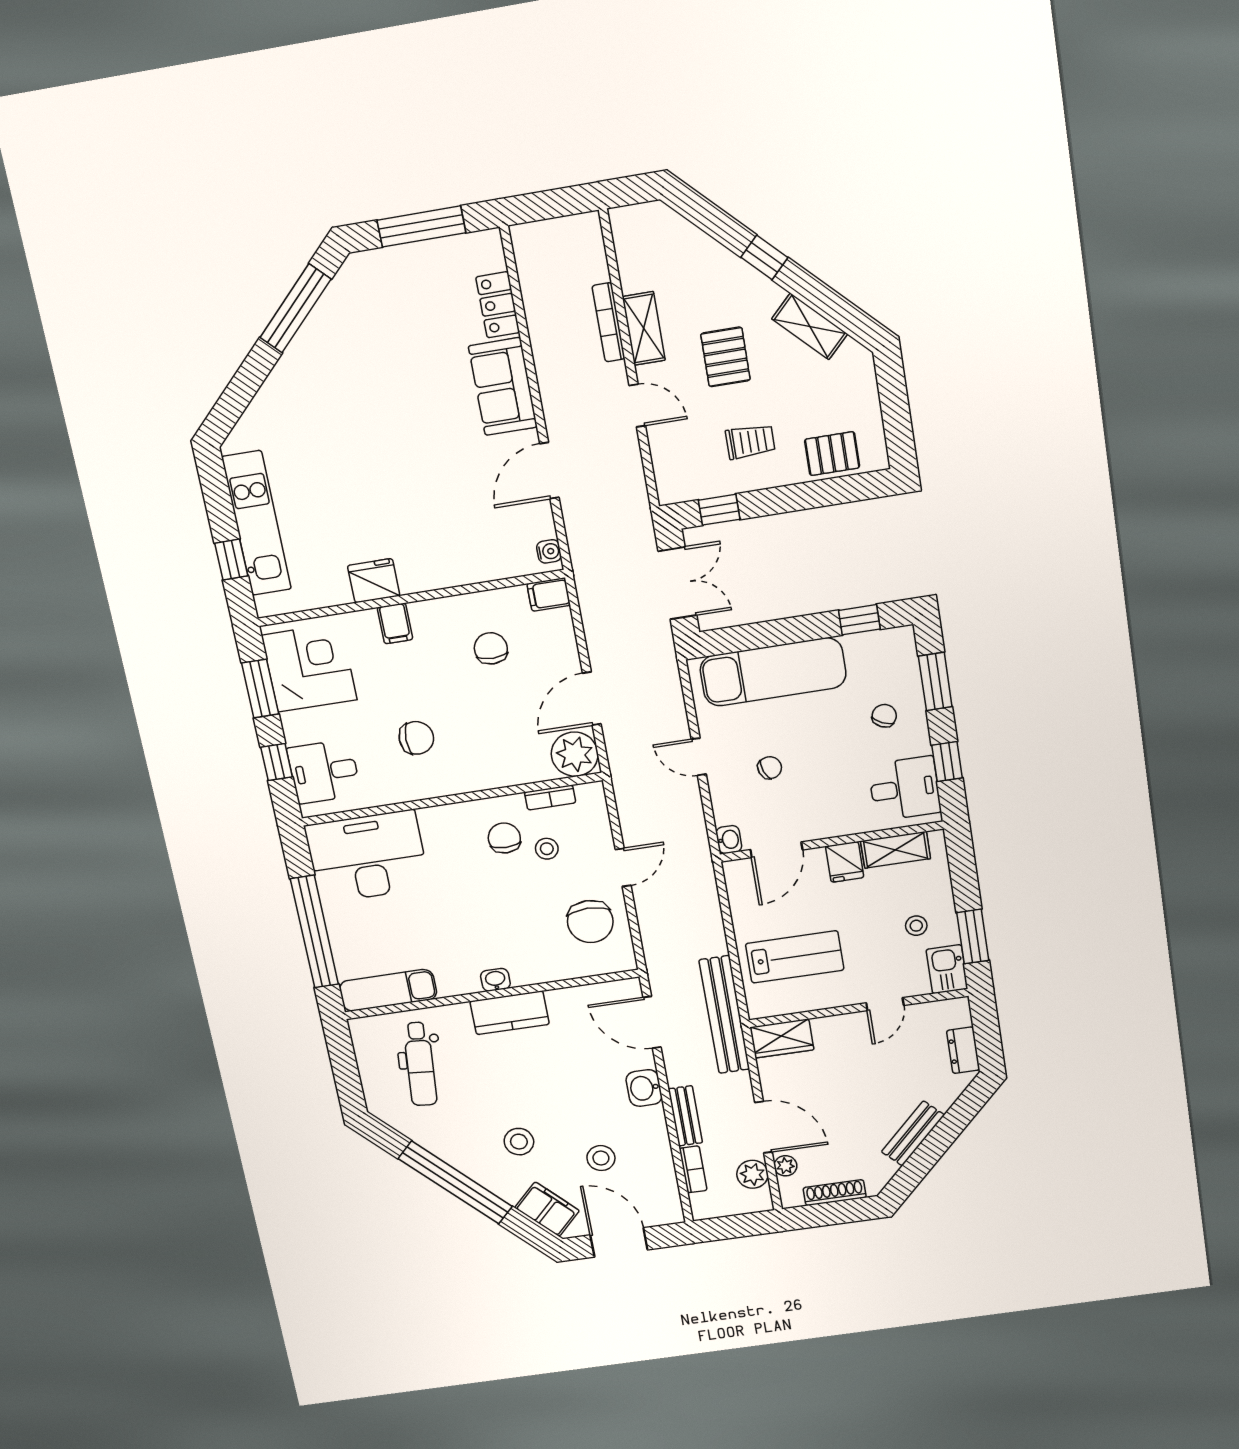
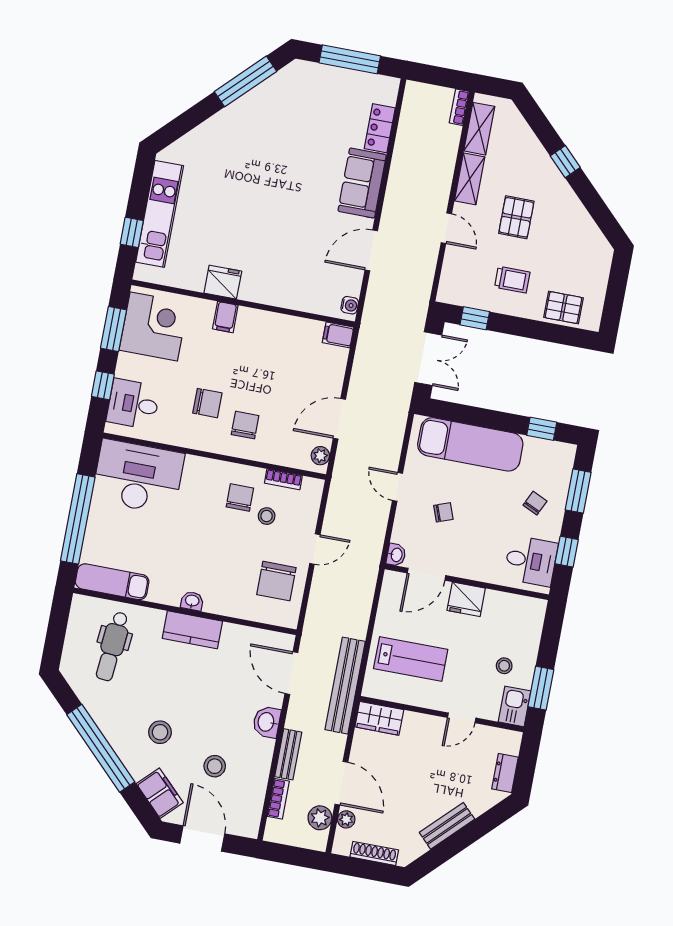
bookcase: (609, 322) -> (459, 107), moved, width x0.64
shelving: (810, 326) -> (479, 129), moved, turned 45
chair: (491, 648) -> (245, 425), moved
plant: (575, 754) -> (320, 456), width x0.53, depth x0.53
shelving: (895, 850) -> (509, 604), removed
fridge: (845, 862) -> (466, 599), width x1.38

